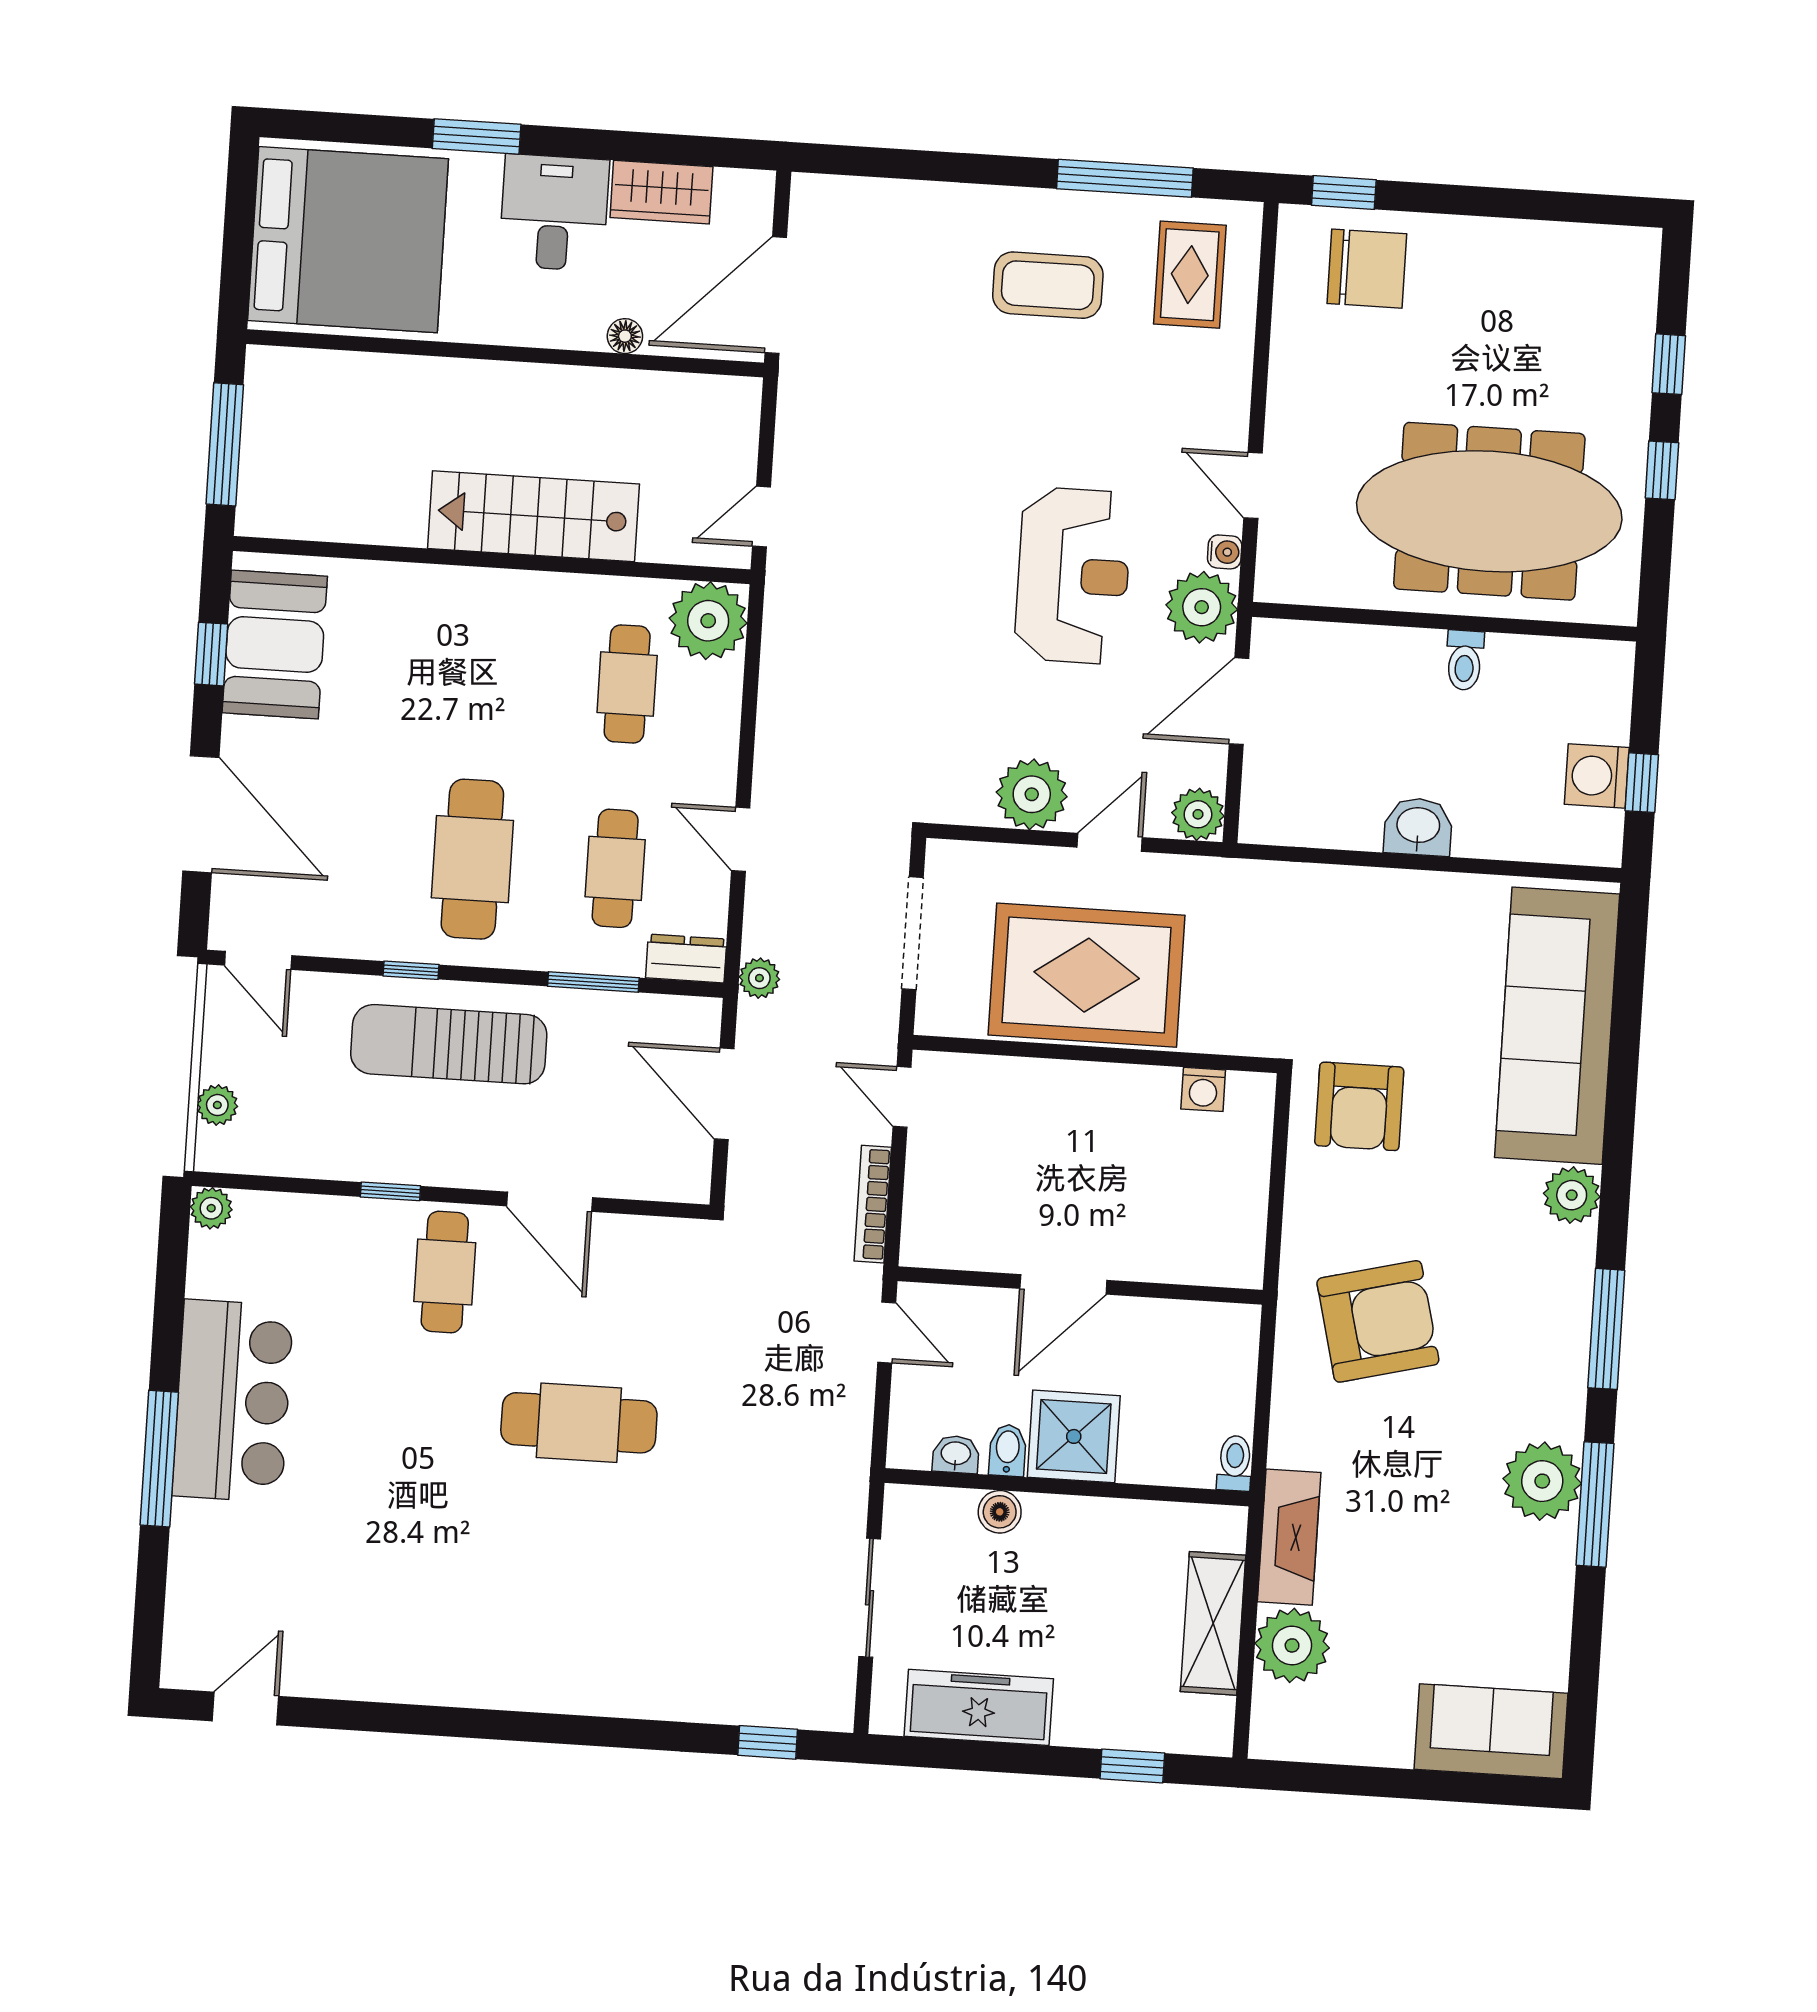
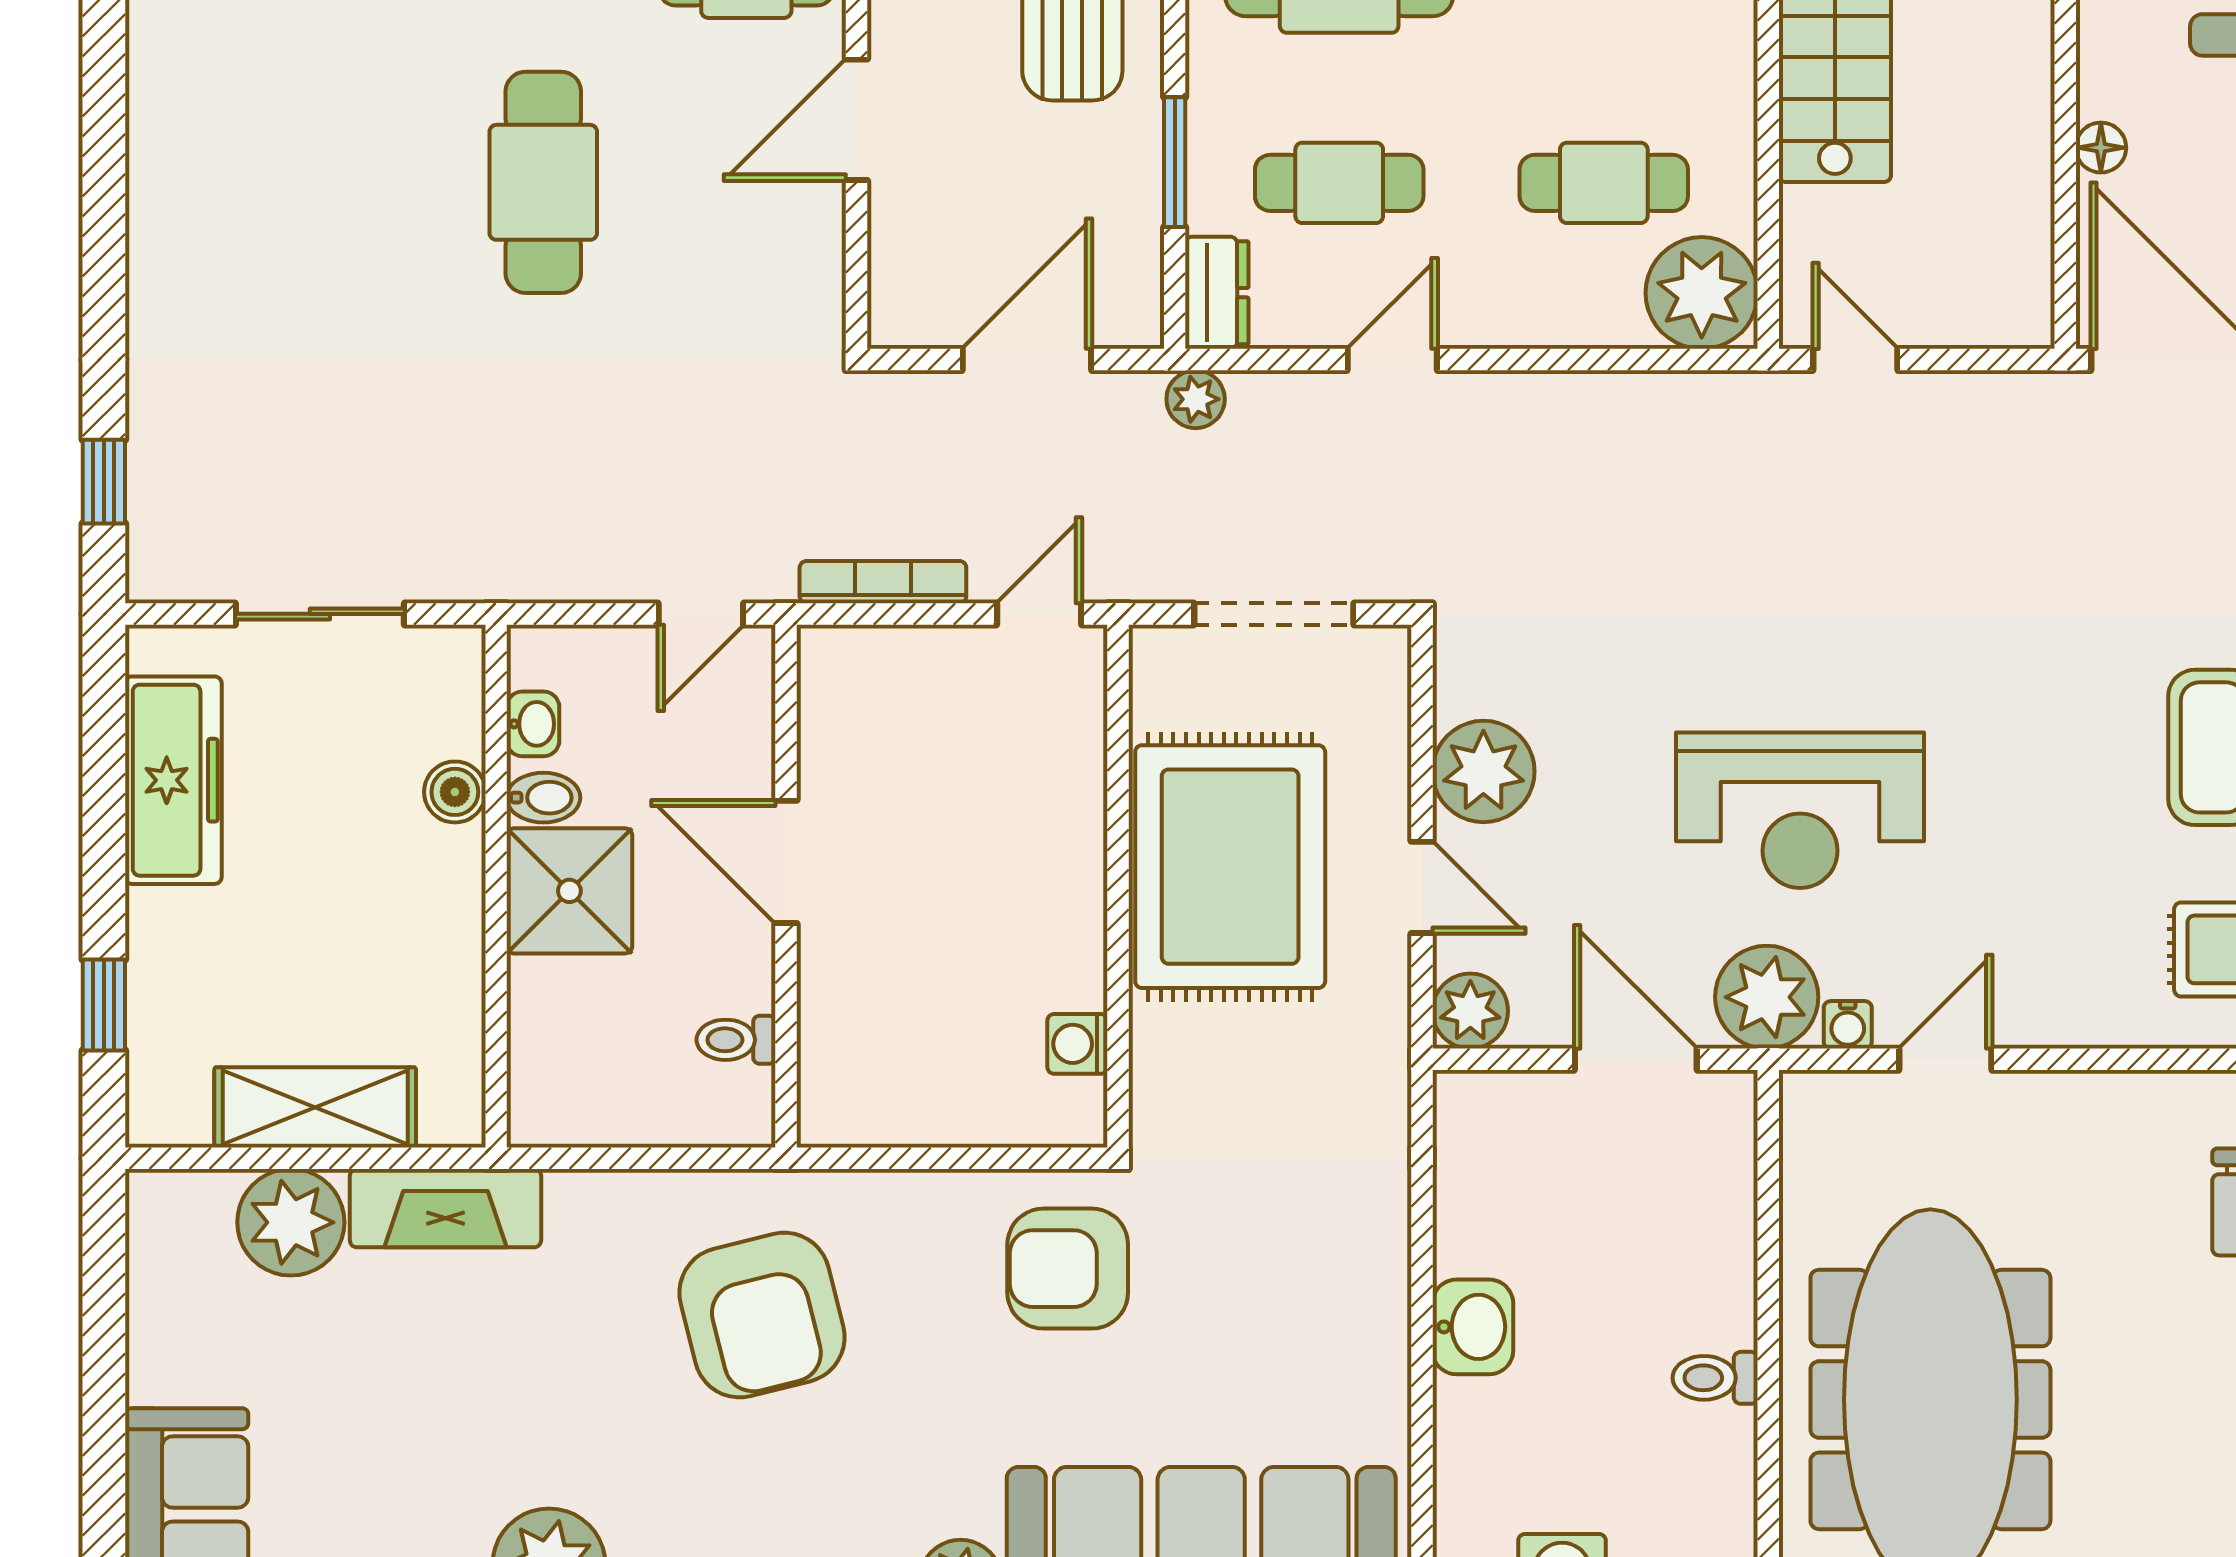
toilet: (1235, 1463) -> (736, 1040), moved, turned 180

